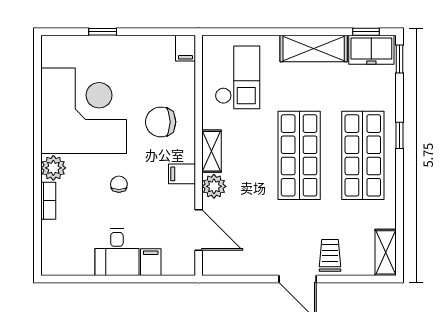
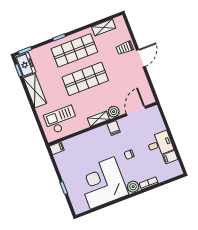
chair: (161, 122) -> (94, 147), removed
shelving: (386, 252) -> (104, 27), moved
filing cabinet: (151, 262) -> (170, 157), moved

